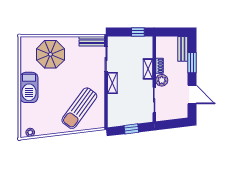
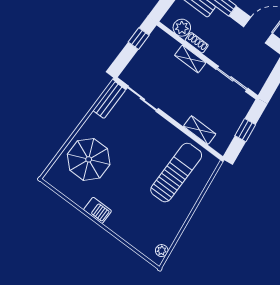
plant: (162, 80) -> (182, 28), moved
shelving: (112, 83) -> (200, 130), moved
barbecue: (29, 87) -> (97, 210), width x0.53, depth x0.65
sun lounger: (79, 108) -> (176, 173), turned -126

